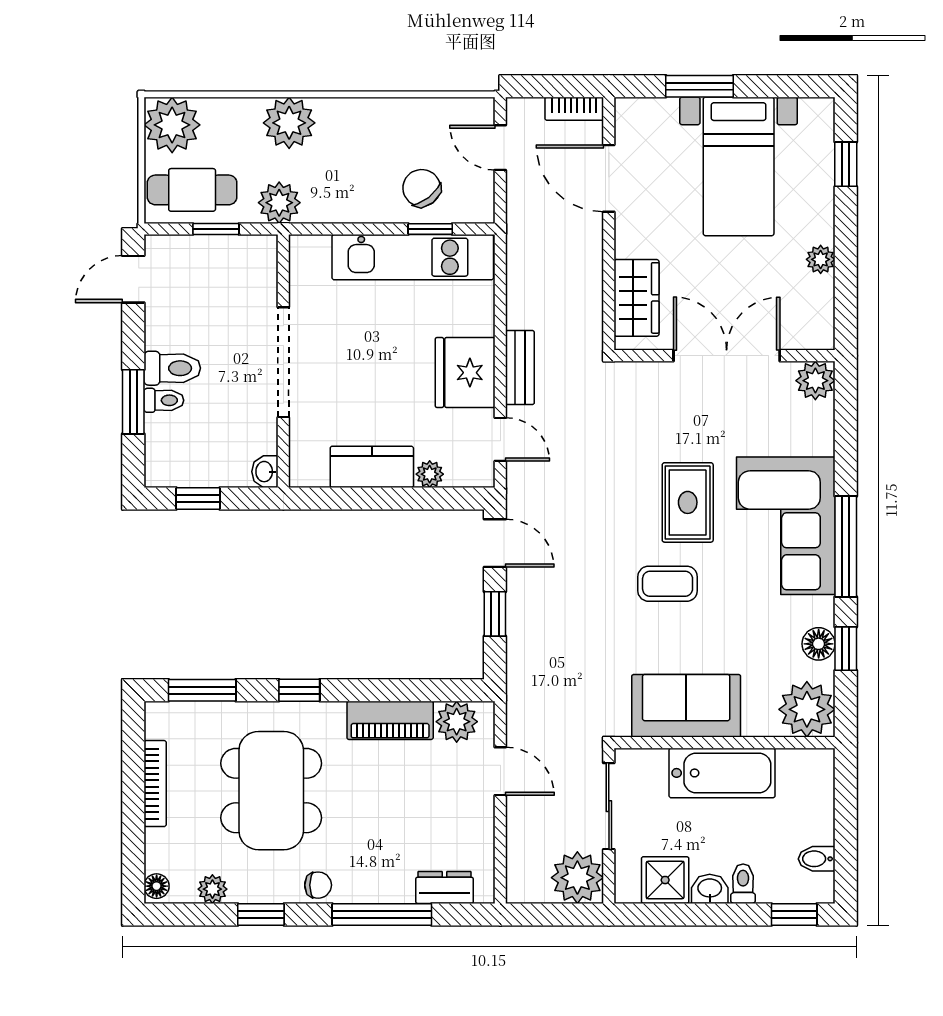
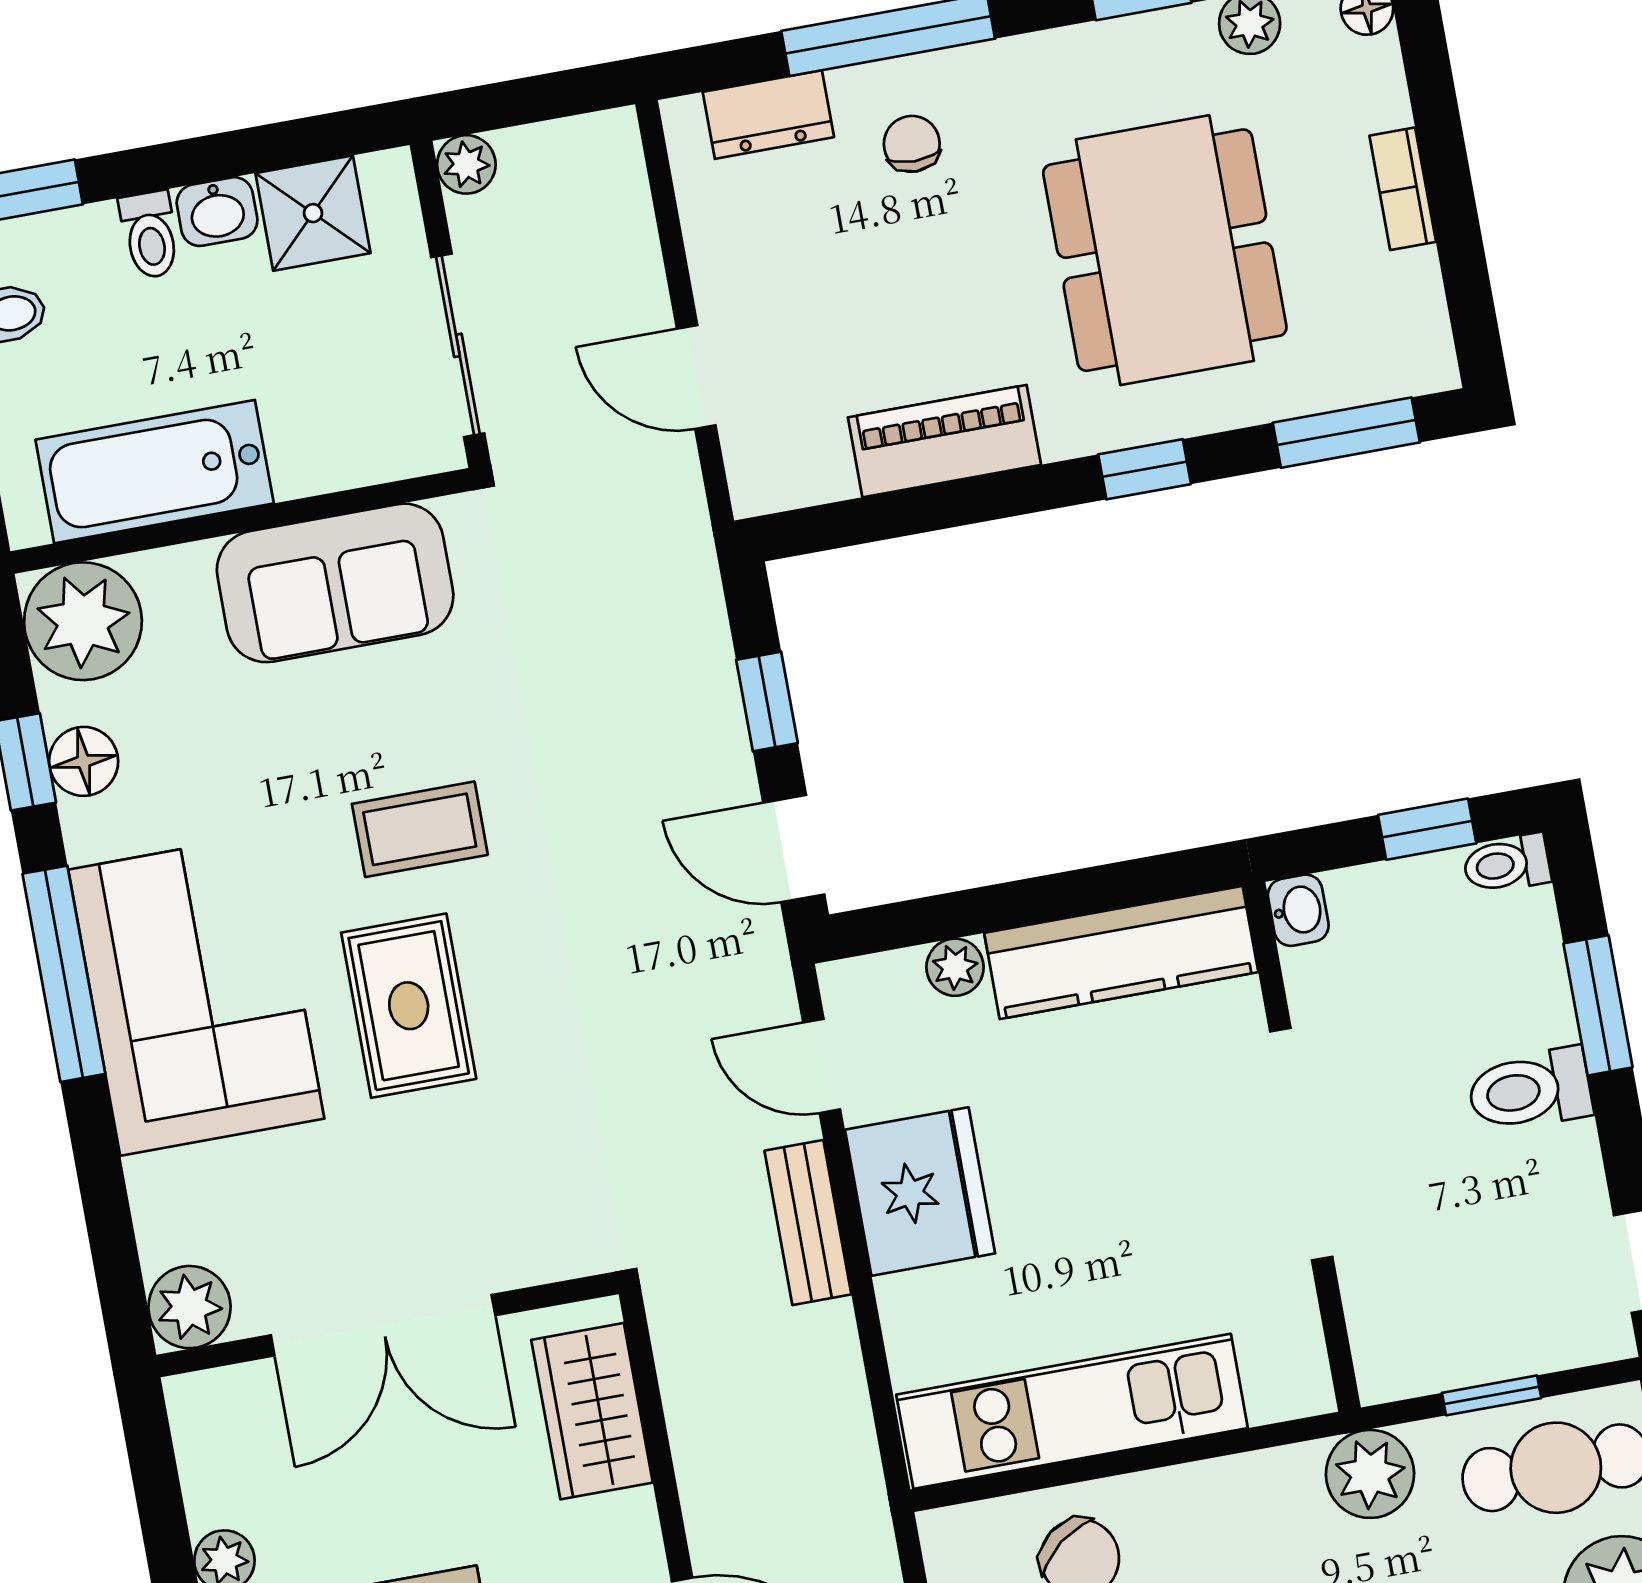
window: (430, 229) -> (1046, 1476), removed
toilet: (164, 400) -> (1507, 864), moved
kitchen counter: (372, 467) -> (1121, 953), width x1.50
plant: (457, 722) -> (806, 463), removed
bathtub: (722, 773) -> (155, 472), moved
bookcase: (155, 784) -> (1403, 189), width x0.64
plant: (577, 878) -> (466, 164), width x0.53, depth x0.53
chair: (318, 885) -> (912, 144), moved, turned 90

